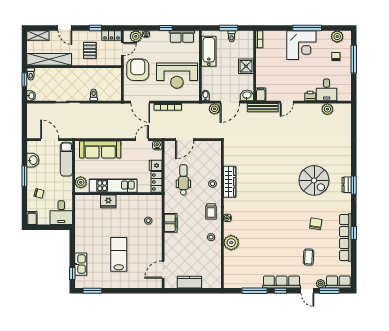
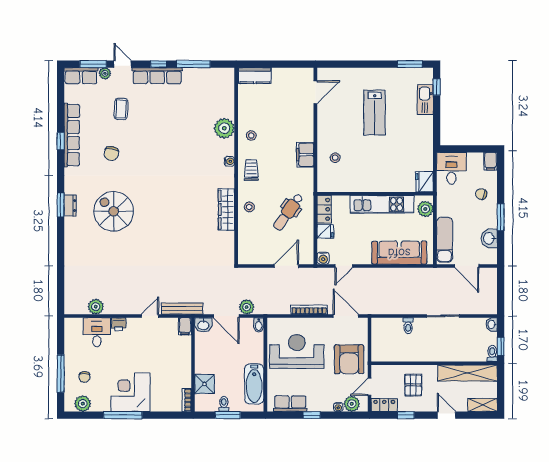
shower: (246, 66) -> (205, 384), moved
door: (230, 102) -> (226, 316), swing flipped
dental chair: (183, 180) -> (288, 212), turned 35
fridge: (108, 201) -> (424, 182), moved, turned -90
kitchen counter: (189, 282) -> (255, 76), moved

